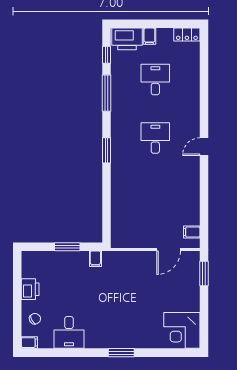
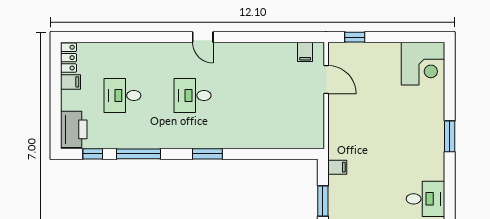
filing cabinet: (149, 36) -> (70, 82), moved
window: (204, 273) -> (355, 37), width x0.67

